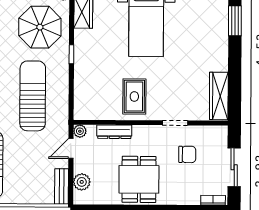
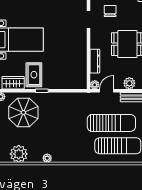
sun lounger: (33, 96) -> (111, 123), moved, turned 180
rug: (134, 96) -> (34, 75), moved, turned 90
door: (71, 148) -> (106, 91), swing flipped

